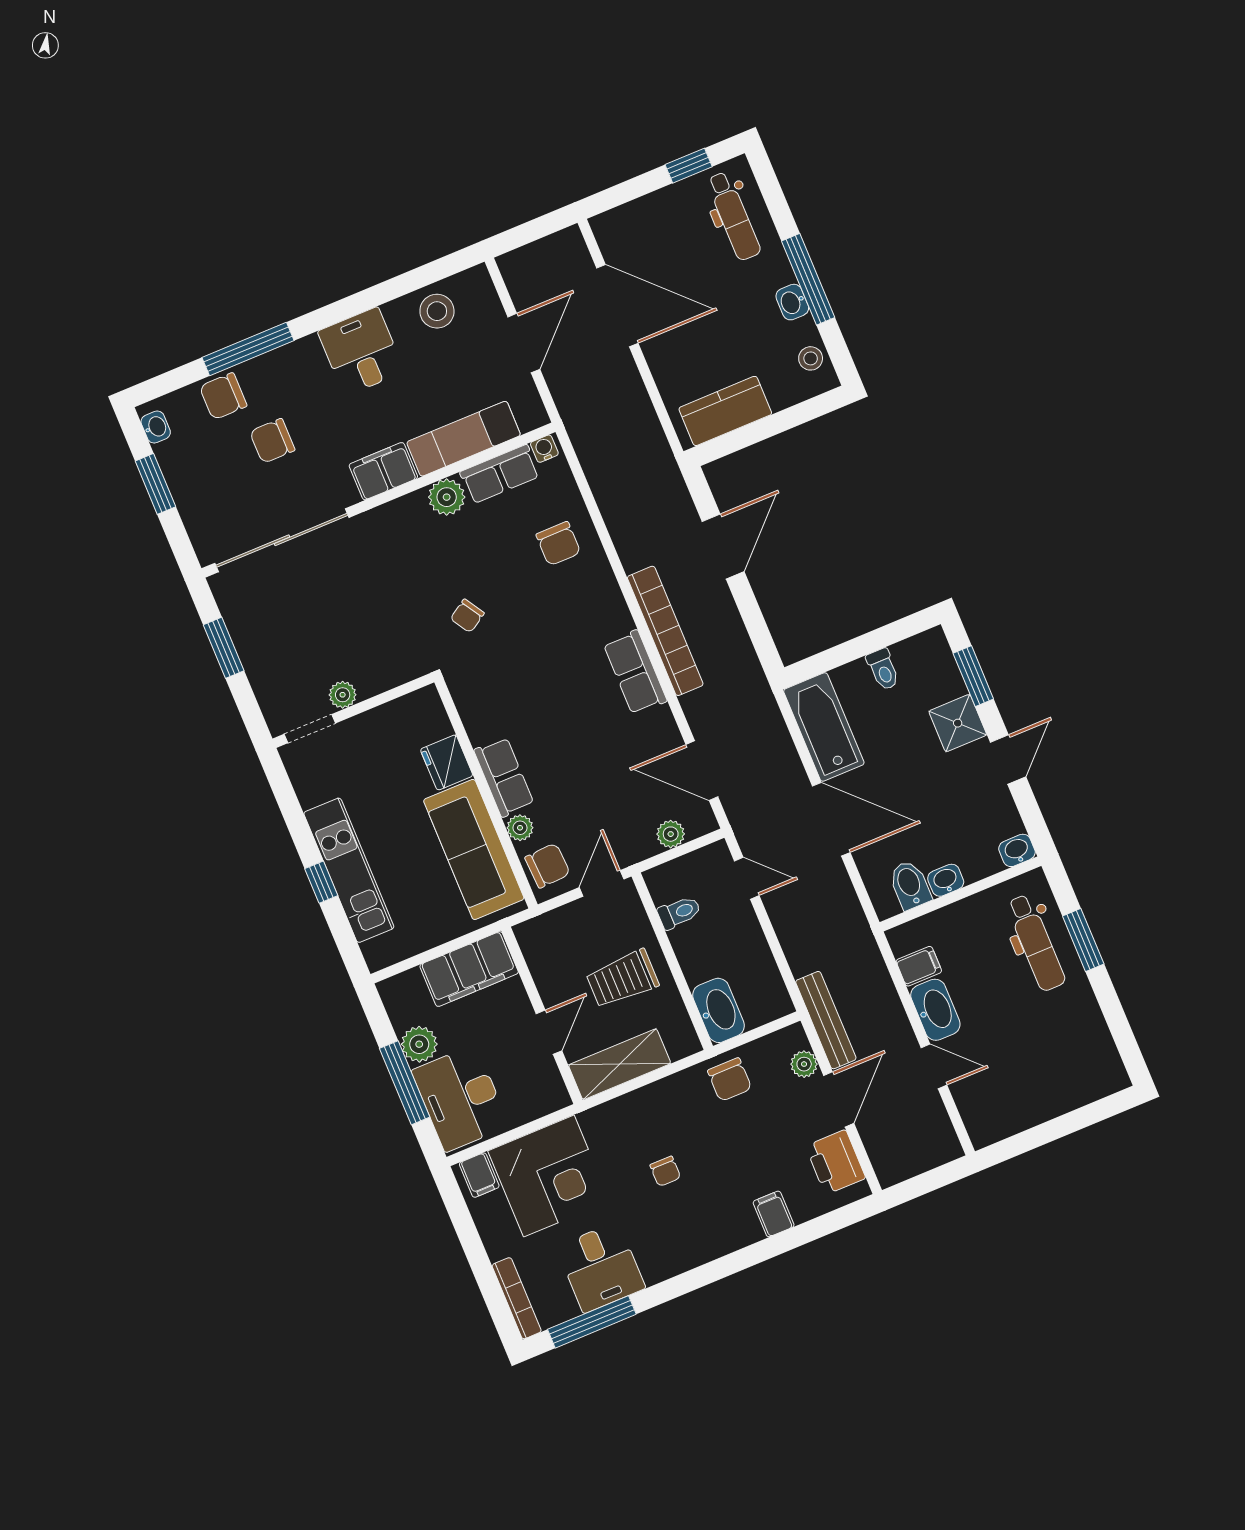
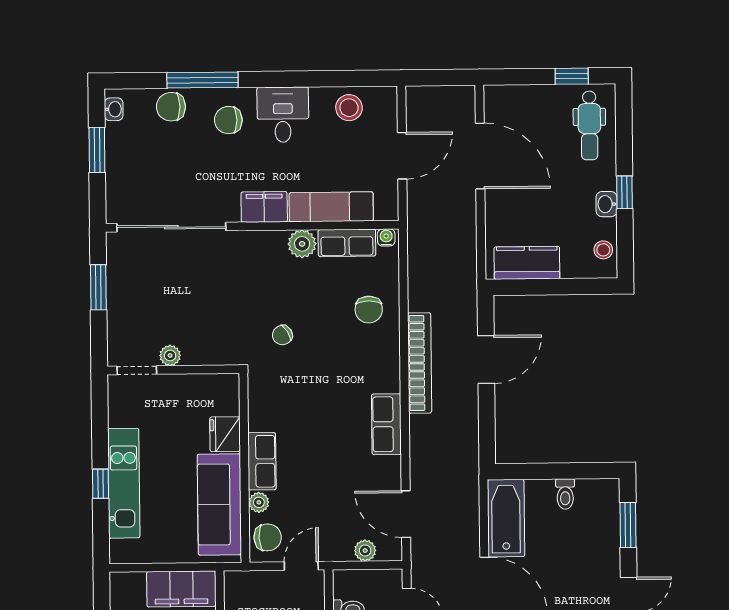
window: (808, 279) -> (625, 192), width x0.46
chair: (272, 441) -> (228, 120), moved
bookcase: (665, 631) -> (420, 363), moved
shower: (958, 723) -> (603, 554), removed

